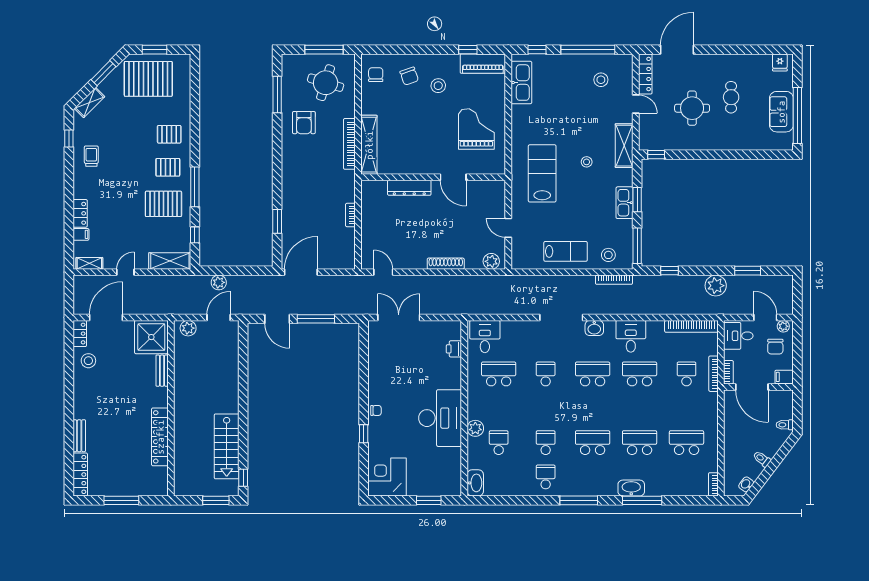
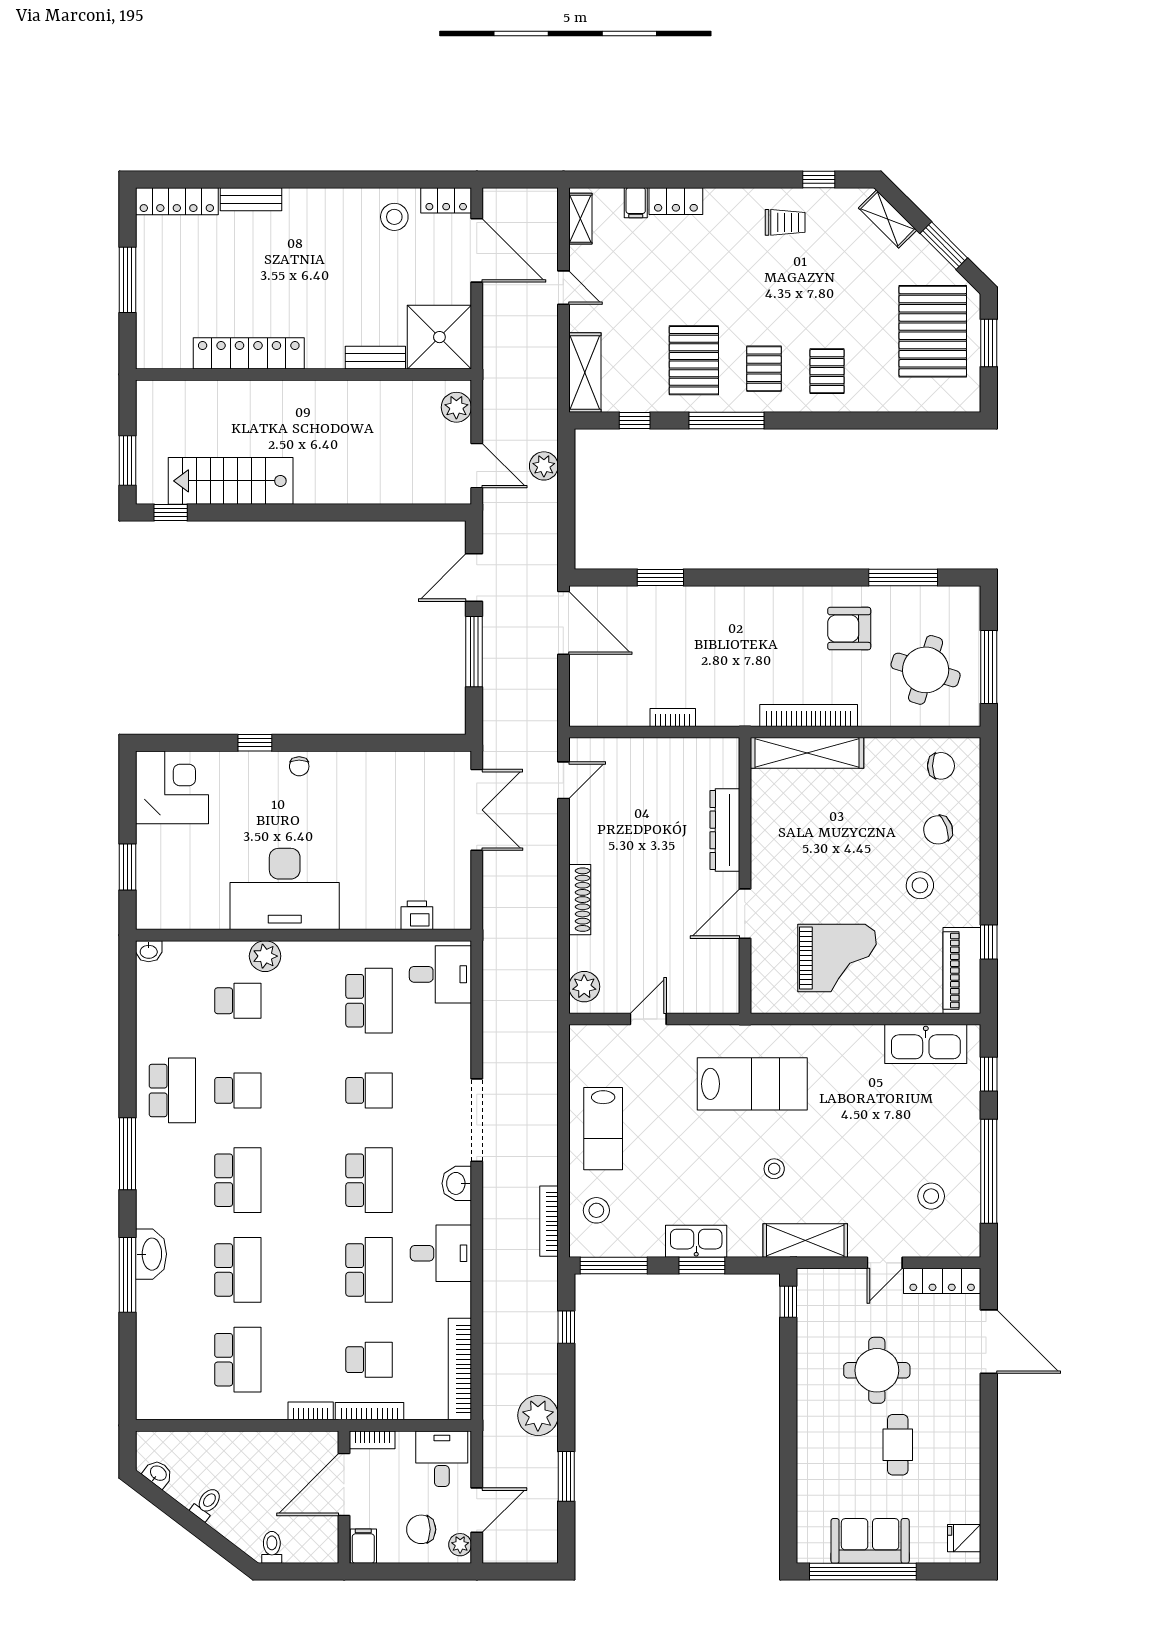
cafe table: (731, 97) -> (898, 1445), turned 90
school desk: (546, 477) -> (172, 1090), width x1.85
washbasin: (475, 483) -> (149, 951), width x0.52, depth x0.69
bookcase: (713, 484) -> (311, 1411), moved

